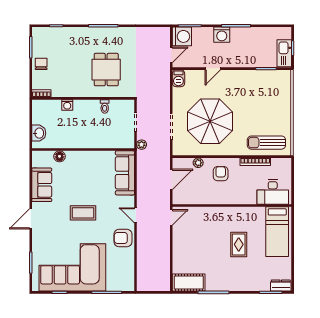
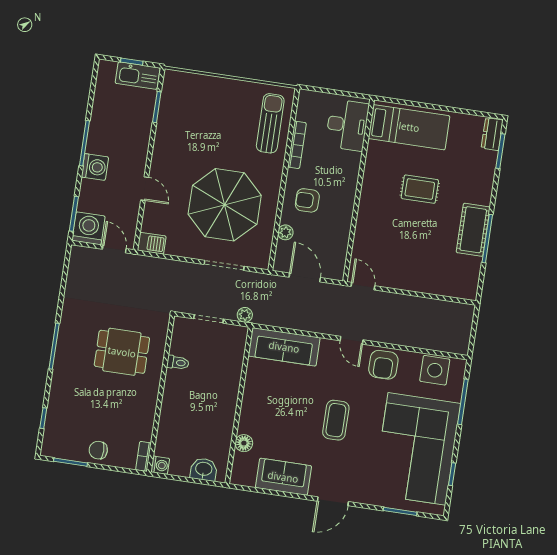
washing machine: (67, 105) -> (160, 465), moved
sun lounger: (266, 143) -> (270, 123), turned 180
door: (136, 215) -> (352, 340), hinge flipped
door: (31, 219) -> (333, 501), hinge flipped
side table: (124, 271) -> (435, 370), added
cot: (189, 282) -> (473, 230), moved

